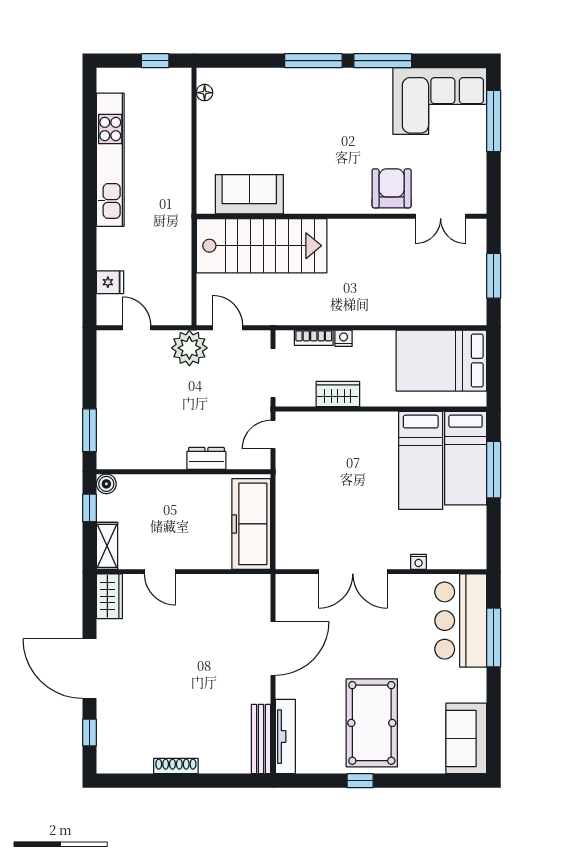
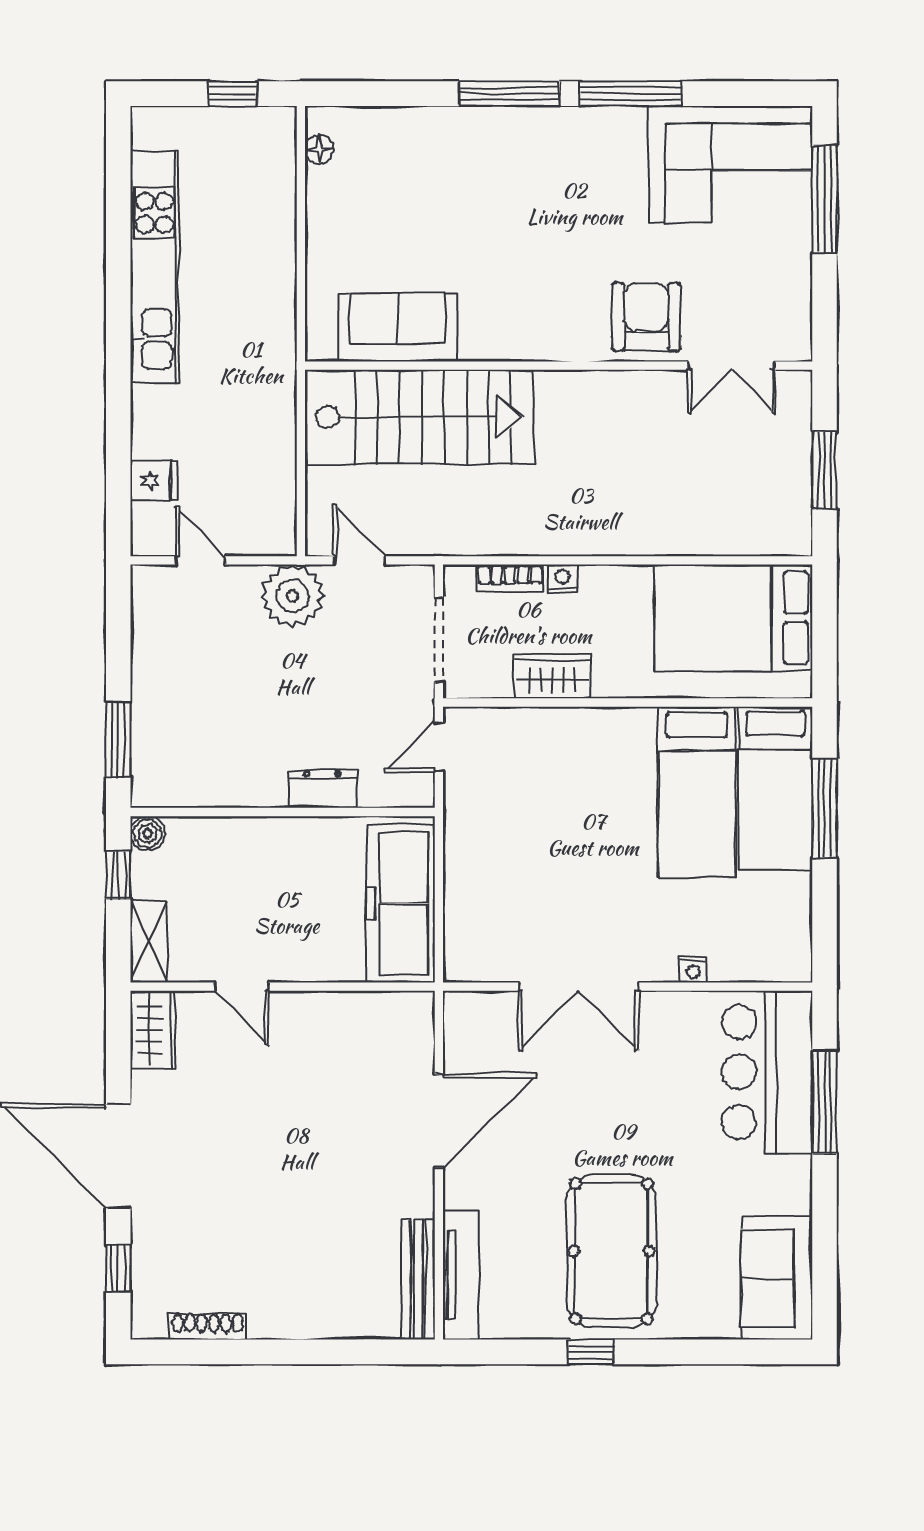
shoe rack: (176, 766) -> (208, 1326), moved

